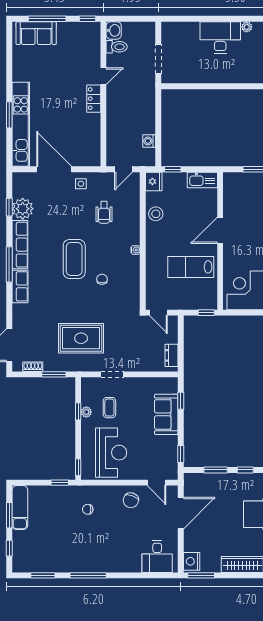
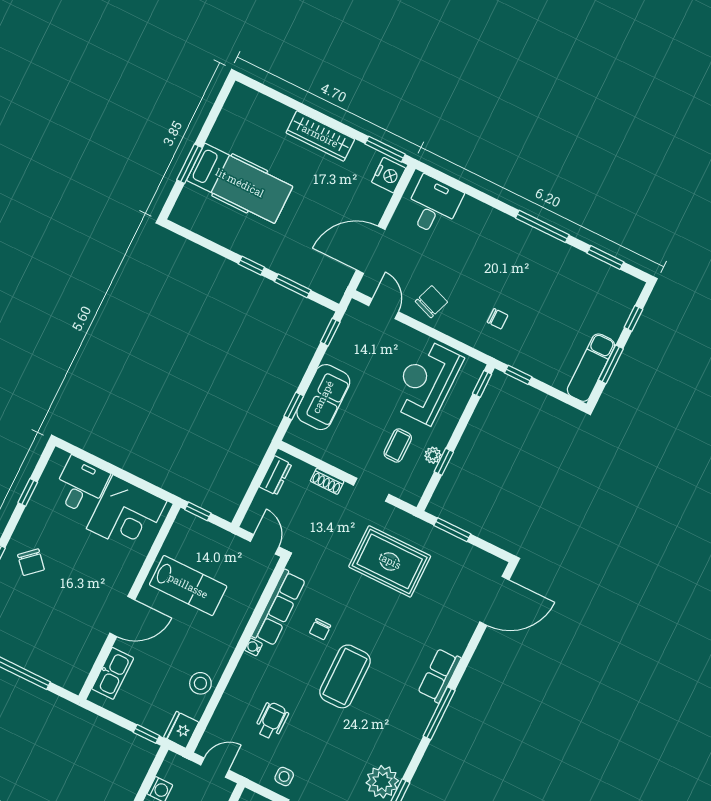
kitchen sink: (202, 180) -> (113, 673), moved, turned 90
row of seats: (20, 245) -> (279, 608), moved, turned 180
shoe rack: (33, 367) -> (327, 481), moved

